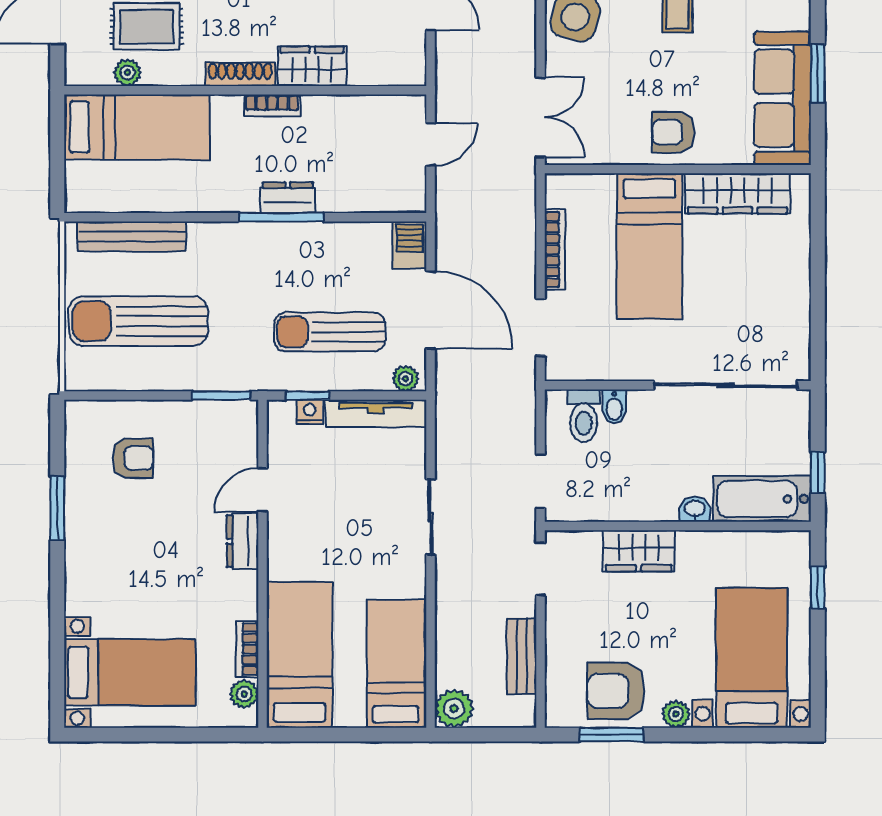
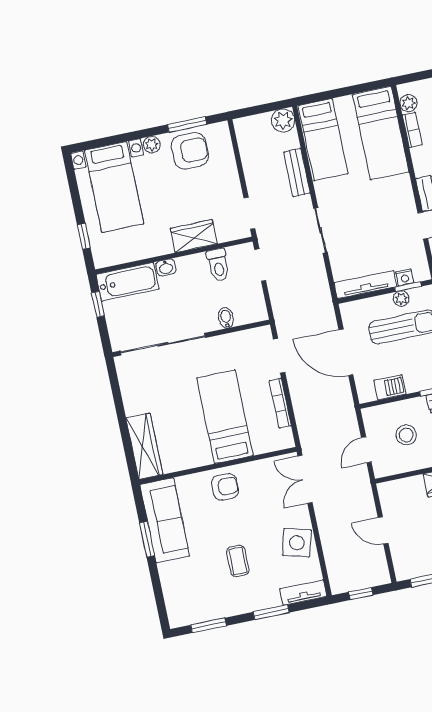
stool: (361, 155) -> (406, 435), added
wardrobe: (737, 193) -> (144, 446), moved, turned 90
barbecue: (410, 245) -> (390, 387), moved, turned -90
plant: (406, 379) -> (401, 299), moved
toilet: (584, 416) -> (218, 265), moved, turned 180
bench: (522, 656) -> (297, 172), moved

